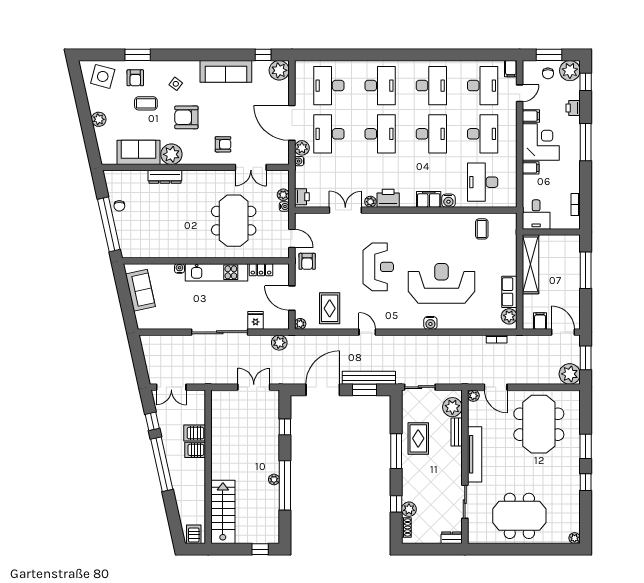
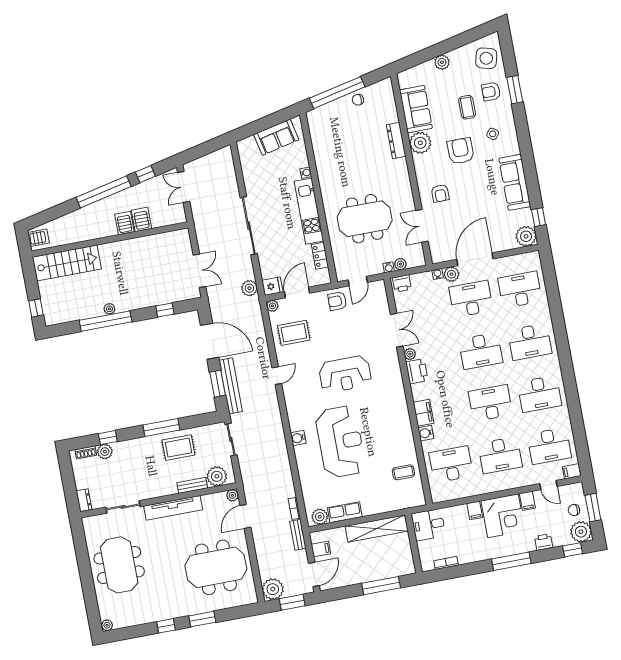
desk: (431, 134) -> (490, 403), turned 180
fridge: (256, 320) -> (272, 286), moved
bench: (522, 340) -> (298, 535), added

